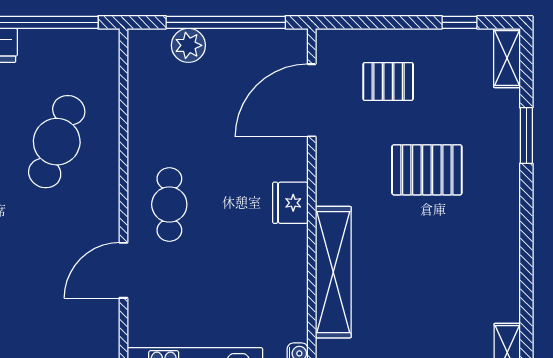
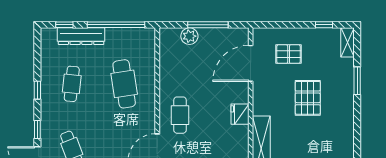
window: (226, 22) -> (208, 25), width x0.68
cafe table: (57, 142) -> (124, 84), turned -30
pallet: (427, 170) -> (308, 98), turned 90

